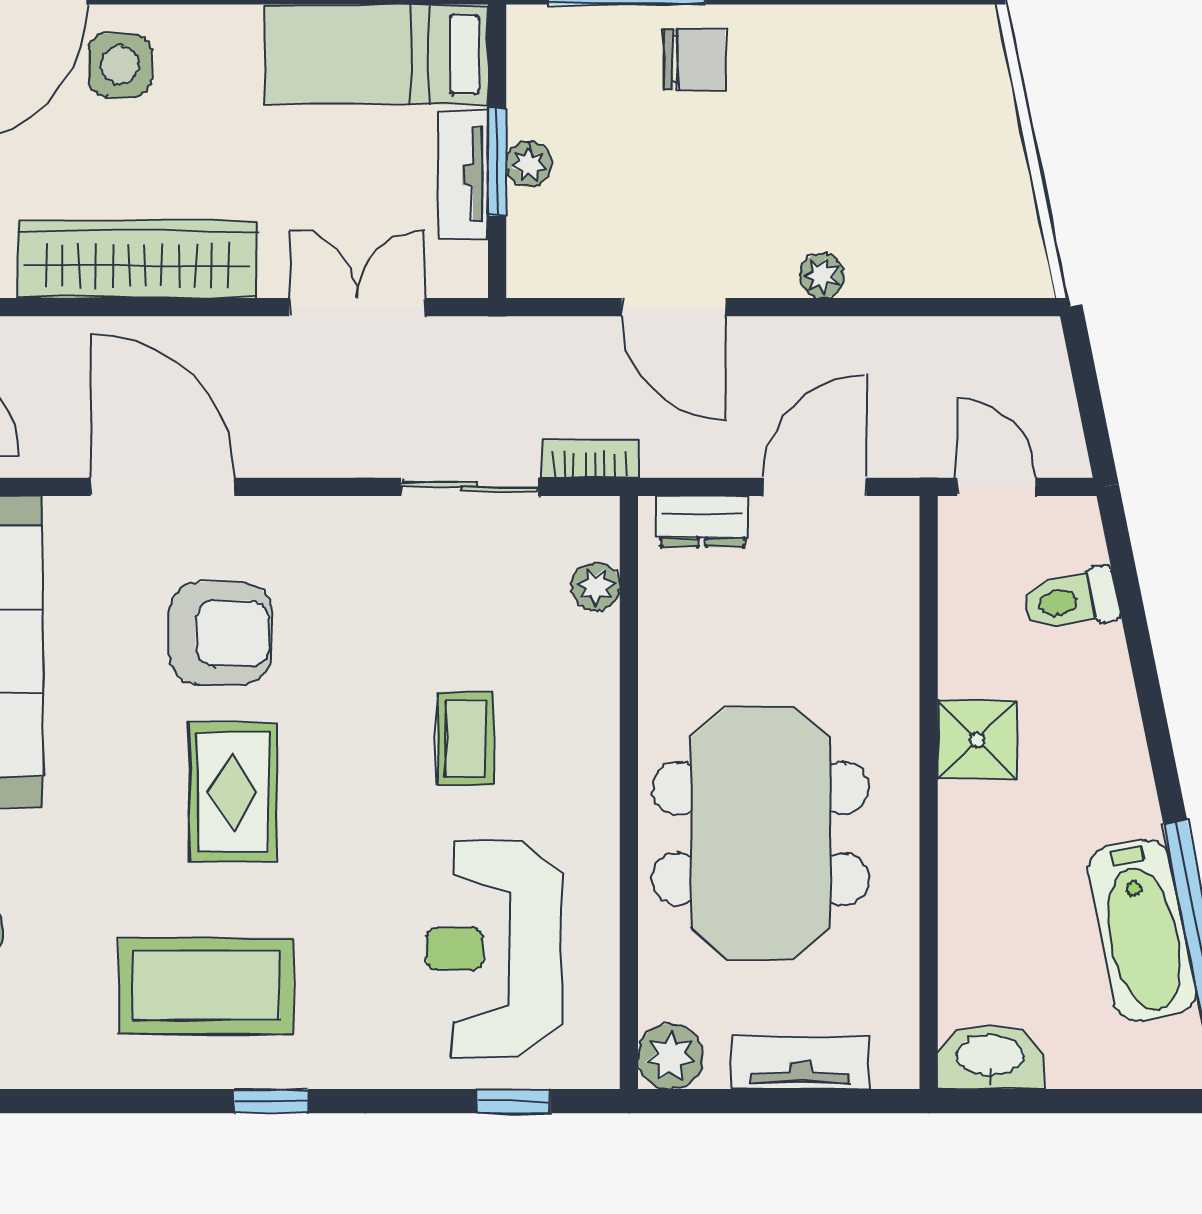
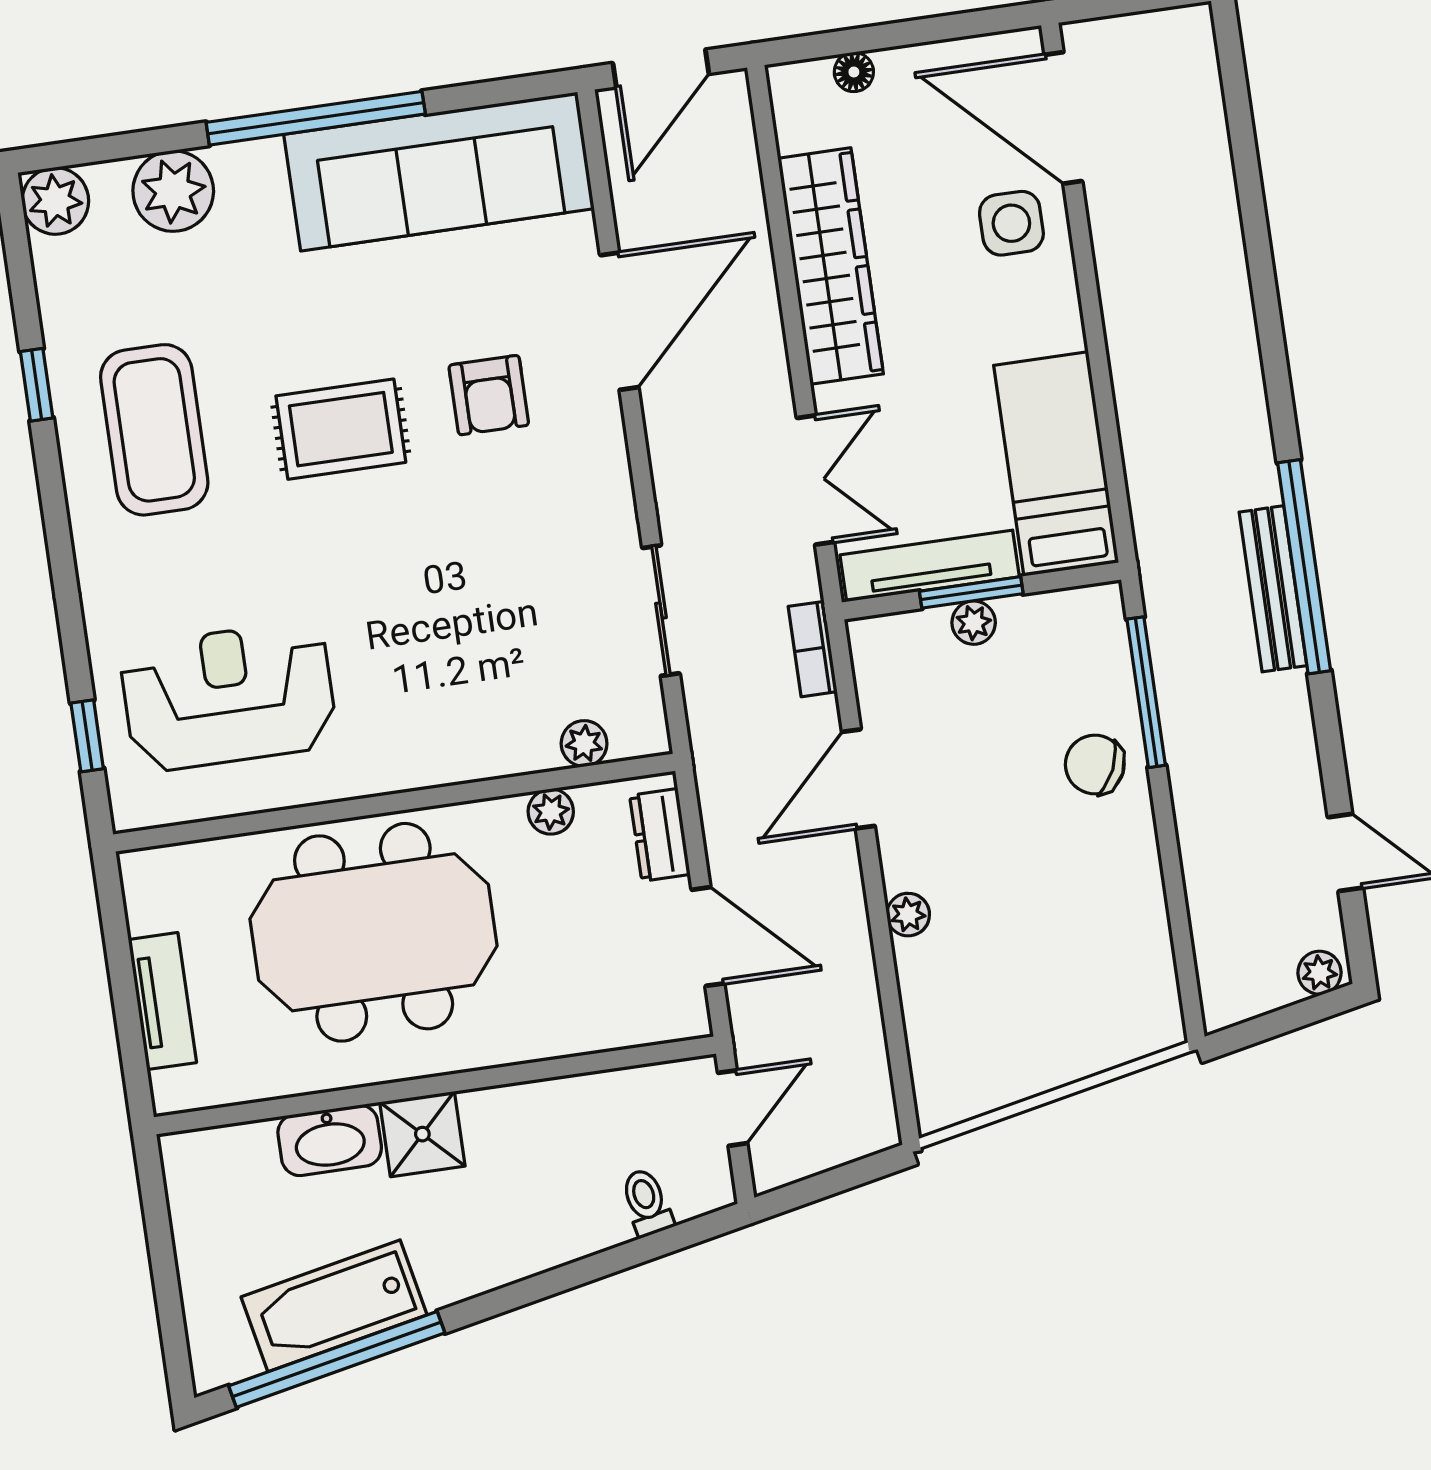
chair: (694, 60) -> (1095, 765), turned 115
tv unit: (463, 175) -> (930, 566), width x1.41
bookcase: (590, 459) -> (813, 649), moved, turned 180
toilet: (1071, 600) -> (647, 1202), width x0.73, depth x0.72
armchair: (220, 633) -> (489, 395), width x0.72, depth x0.72
coffee table: (465, 739) -> (423, 641), removed
shower: (977, 740) -> (422, 1134), moved
plant: (670, 1057) -> (551, 812), moved, width x0.73, depth x0.73
washbasin: (990, 1057) -> (330, 1140), moved, turned 90
window: (271, 1101) -> (37, 385), moved

